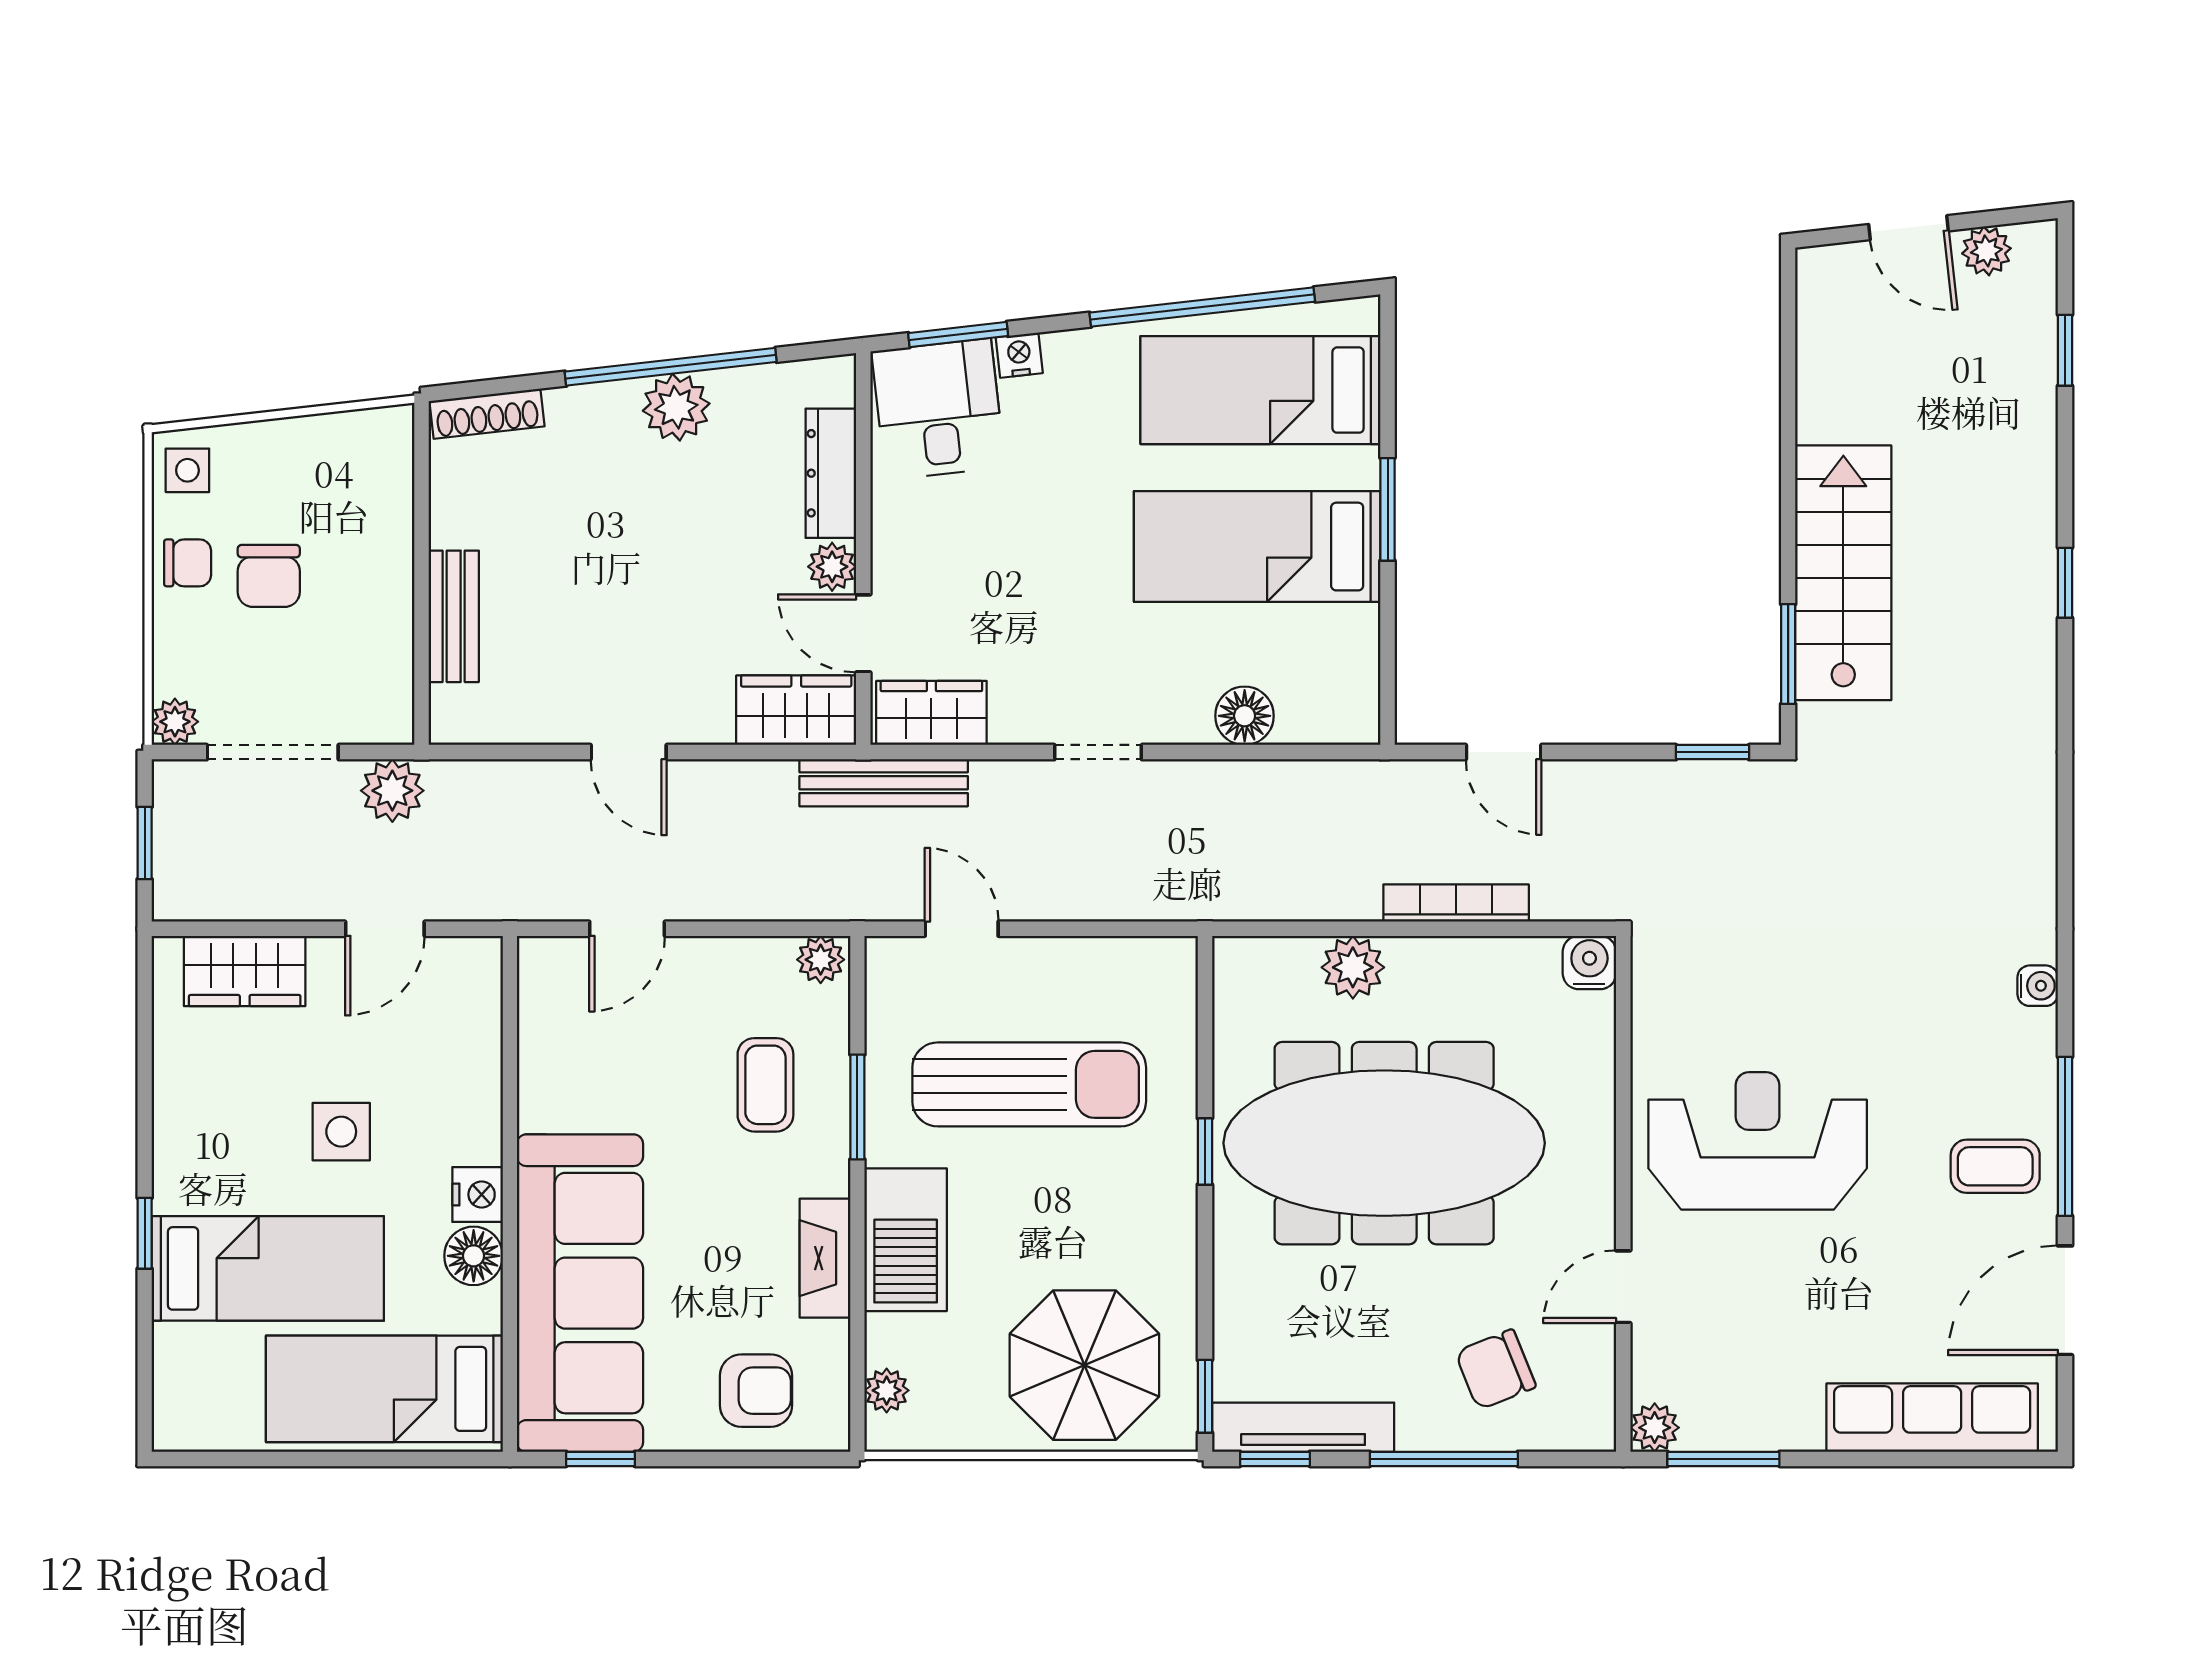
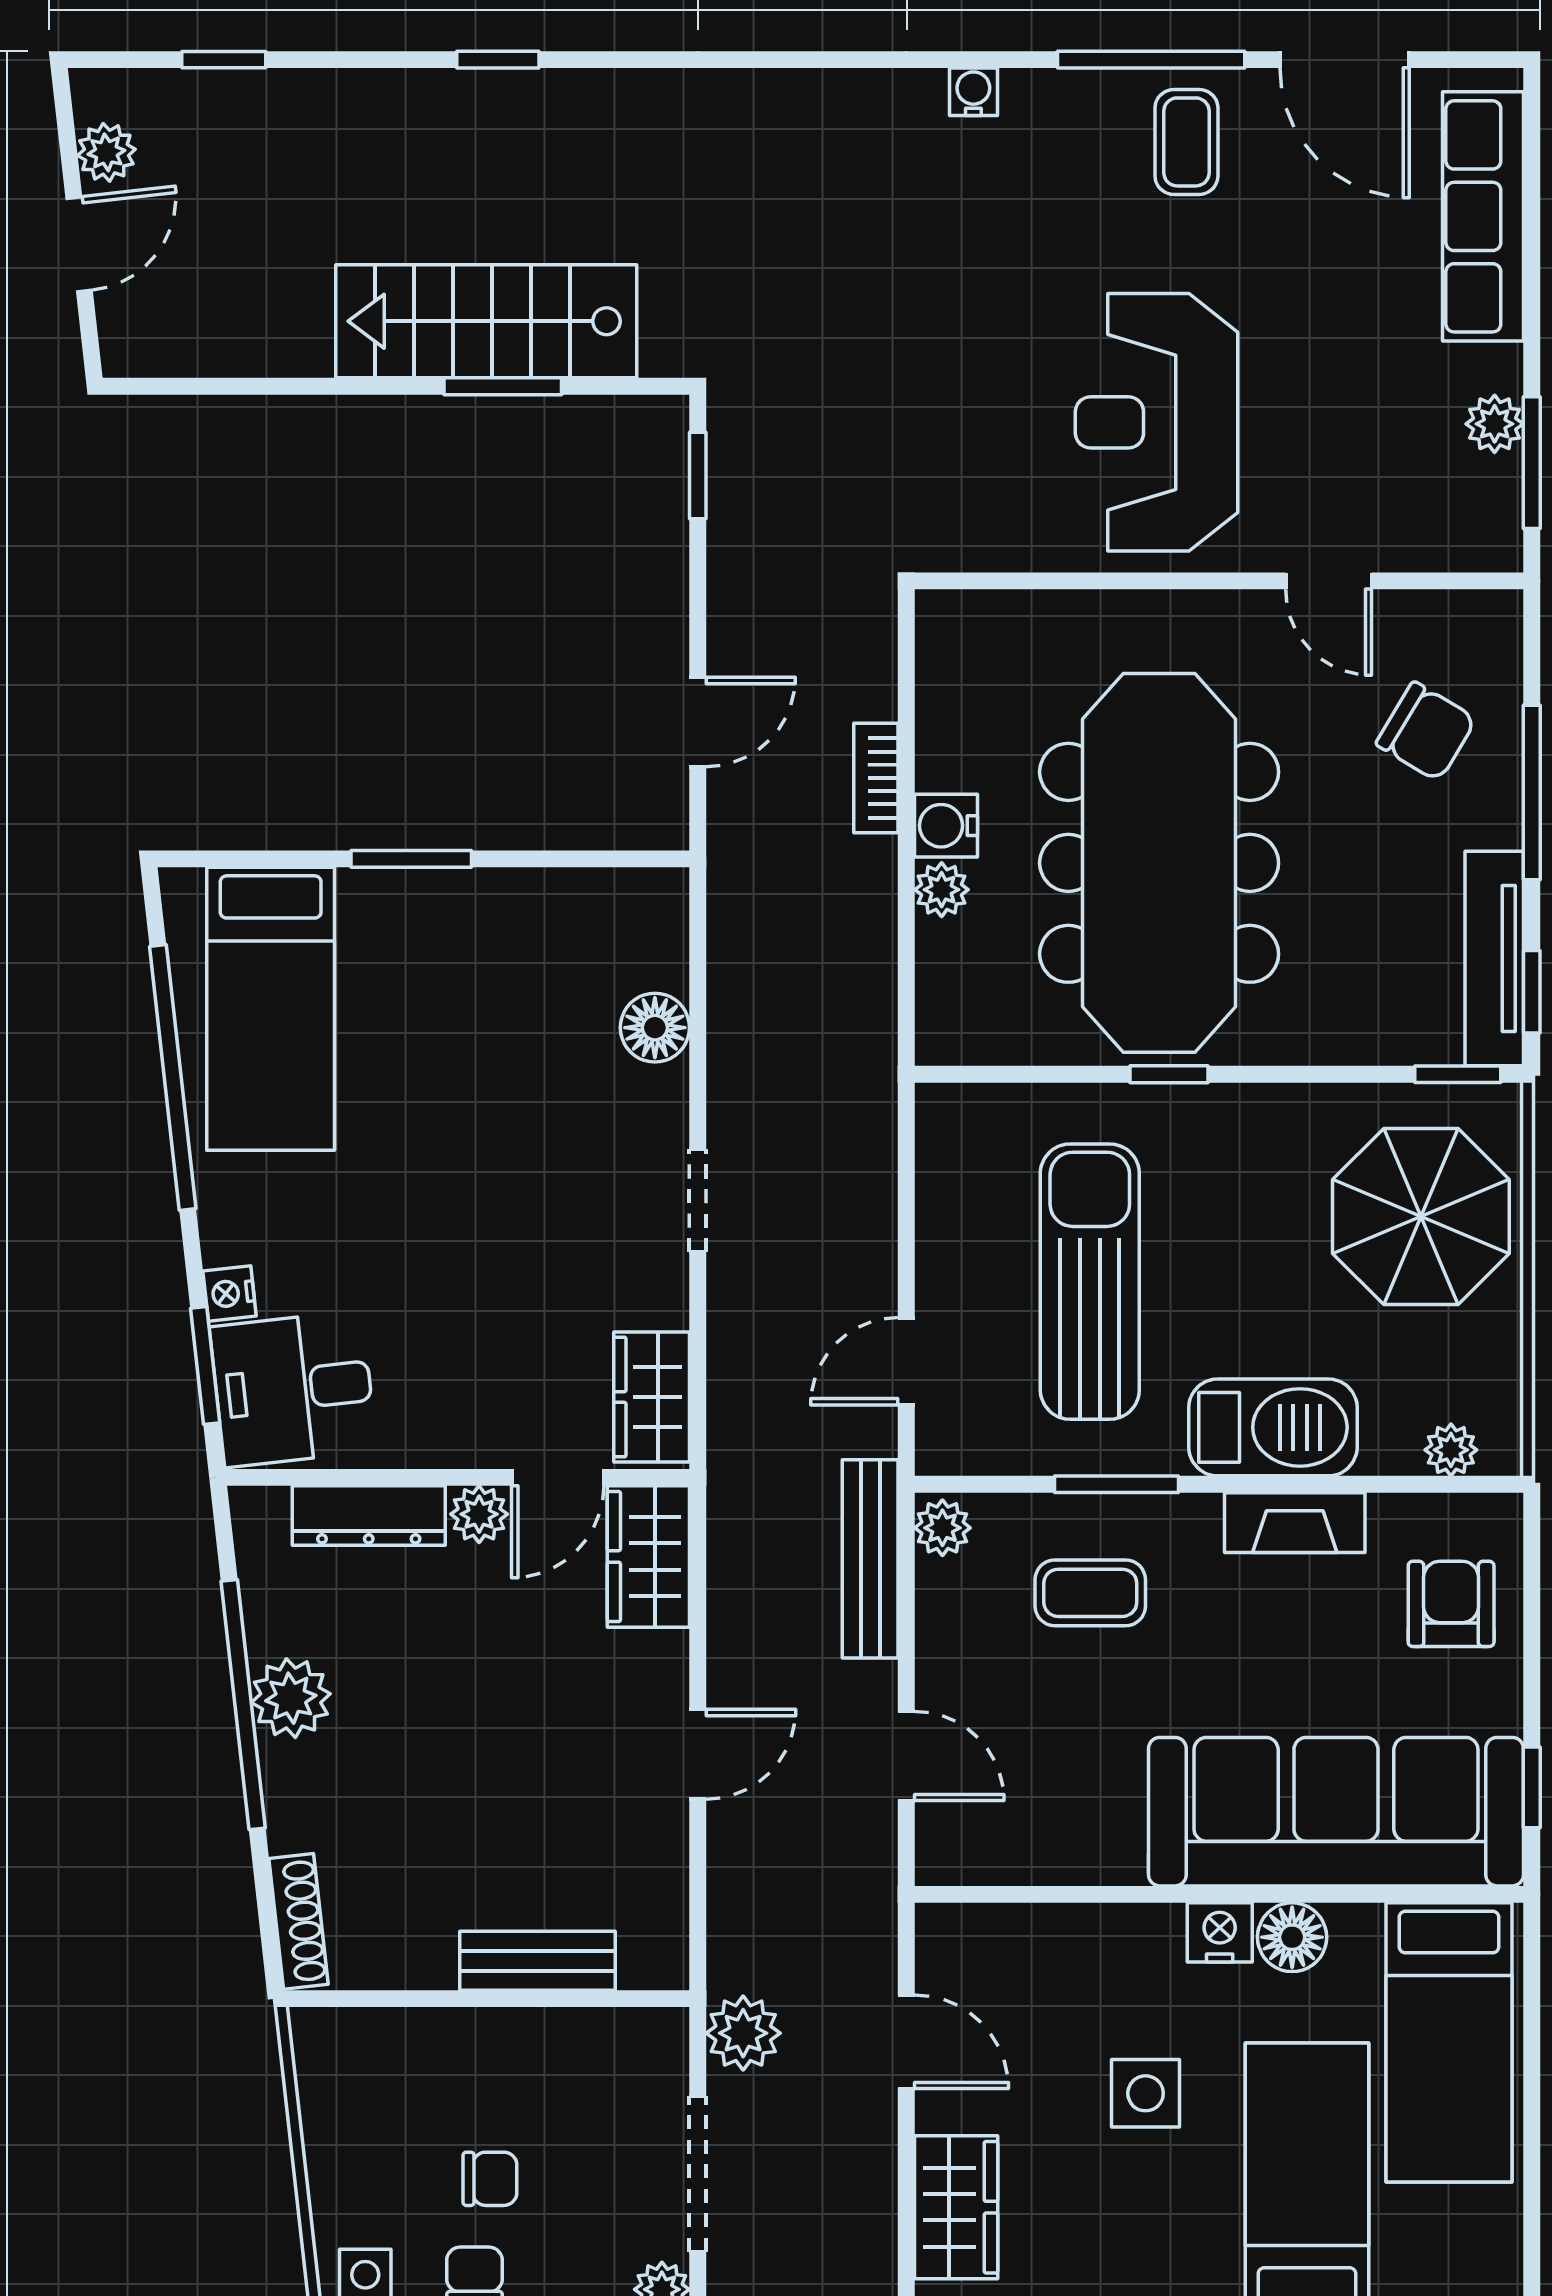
bed: (1257, 547) -> (455, 1013), removed
chair: (269, 576) -> (490, 2179), width x0.73, depth x0.73
window: (1788, 654) -> (503, 386), moved
bench: (884, 783) -> (870, 1559), moved
bookcase: (1456, 903) -> (876, 778), width x0.64
water cooler: (1589, 963) -> (946, 826), moved
plant: (1353, 967) -> (942, 890), width x0.73, depth x0.73
chair: (1496, 1369) -> (1426, 731), turned -37
plant: (1655, 1428) -> (1495, 424), moved

